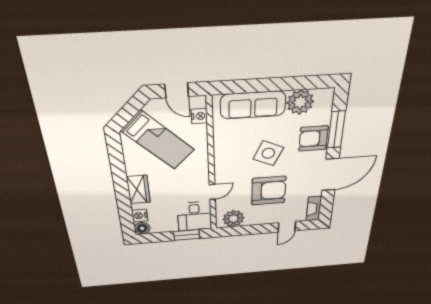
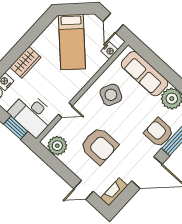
side table: (268, 153) -> (111, 95), moved
desk: (195, 216) -> (32, 114), width x1.37

